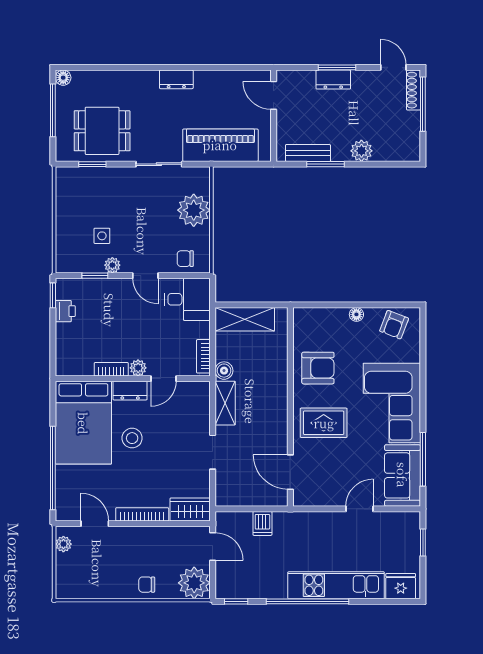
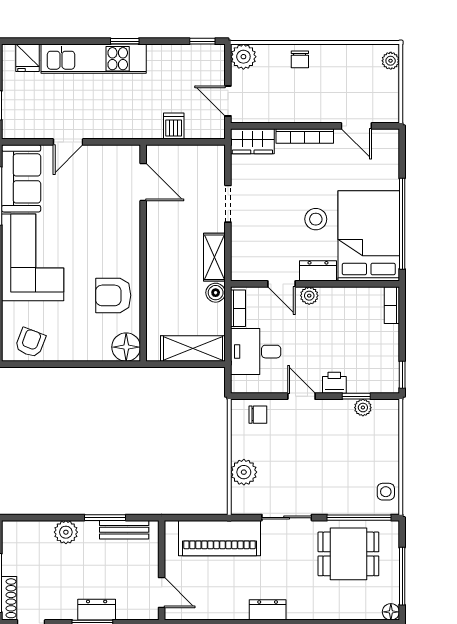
window: (92, 164) -> (359, 518), width x2.17
plant: (194, 210) -> (244, 472), width x0.73, depth x0.73
side table: (102, 236) -> (386, 492), moved
plant: (112, 265) -> (363, 408), moved
desk: (187, 299) -> (256, 352), moved
printer: (65, 311) -> (334, 383), moved, turned 90
floor lamp: (356, 314) -> (126, 347), moved, width x1.89, depth x1.89
bookcase: (111, 369) -> (392, 305), moved, turned 90
door: (164, 379) -> (281, 284), swing flipped
rug: (324, 423) -> (107, 236), removed
window: (53, 468) -> (402, 224), moved
plant: (63, 544) -> (391, 61), moved
plant: (194, 583) -> (243, 57), width x0.73, depth x0.73
chair: (147, 585) -> (300, 59), turned 90
fridge: (401, 586) -> (28, 58), width x0.72
window: (307, 601) -> (125, 41), width x0.32

